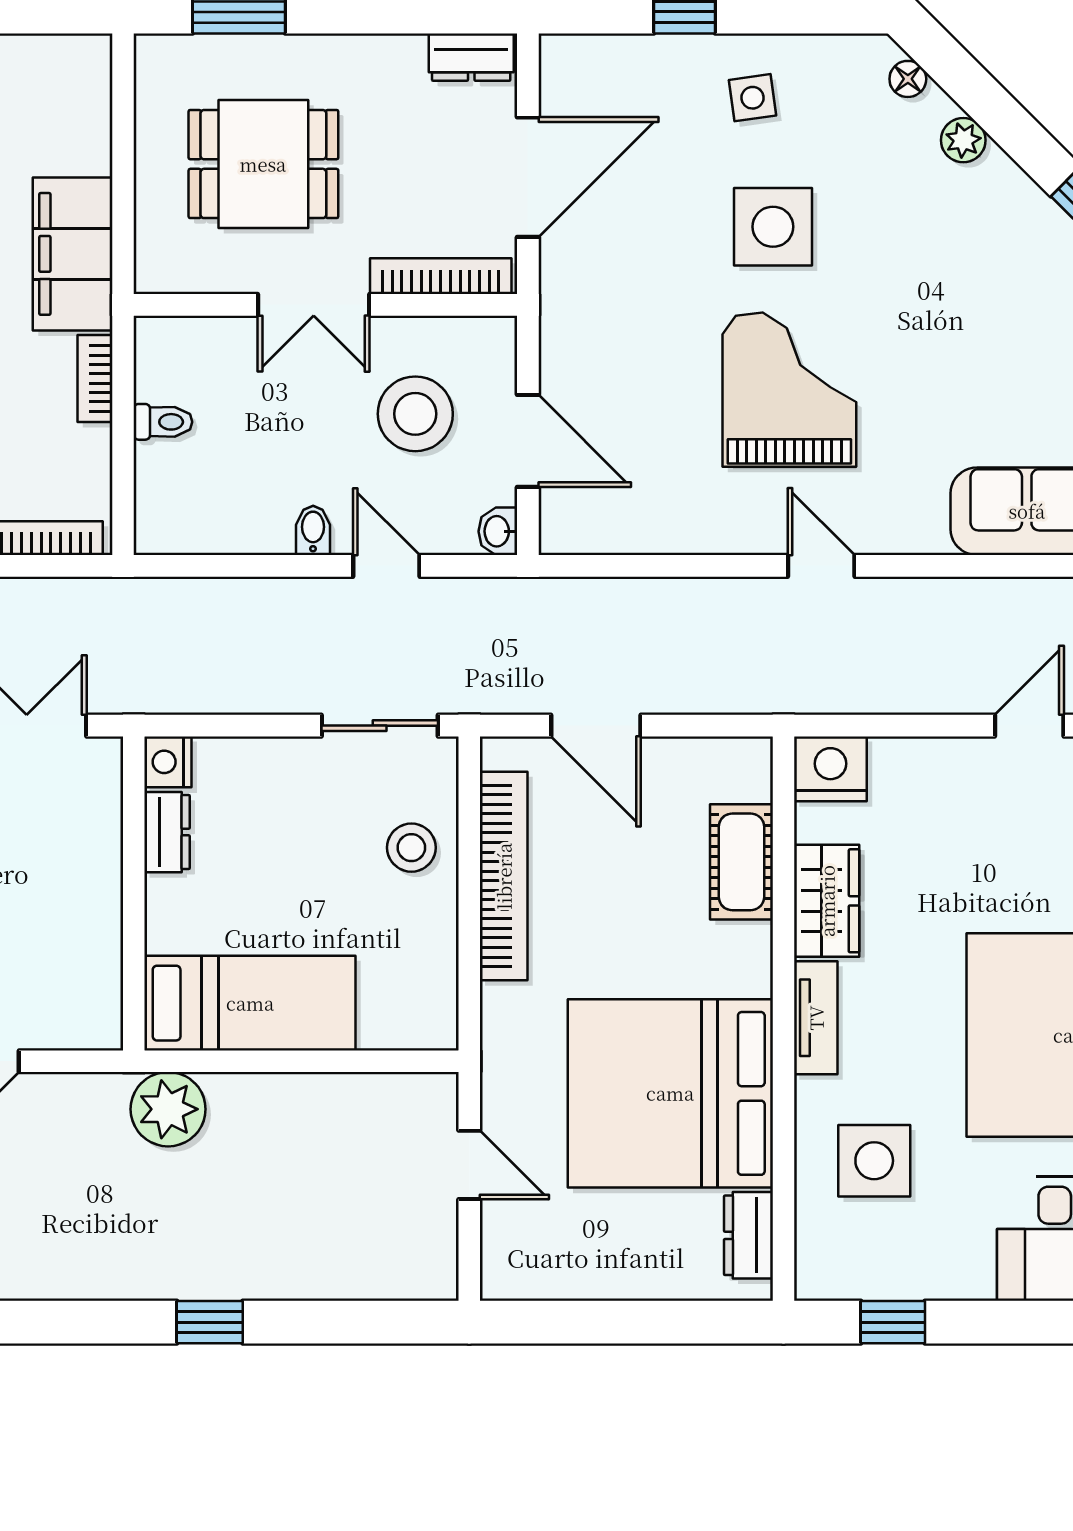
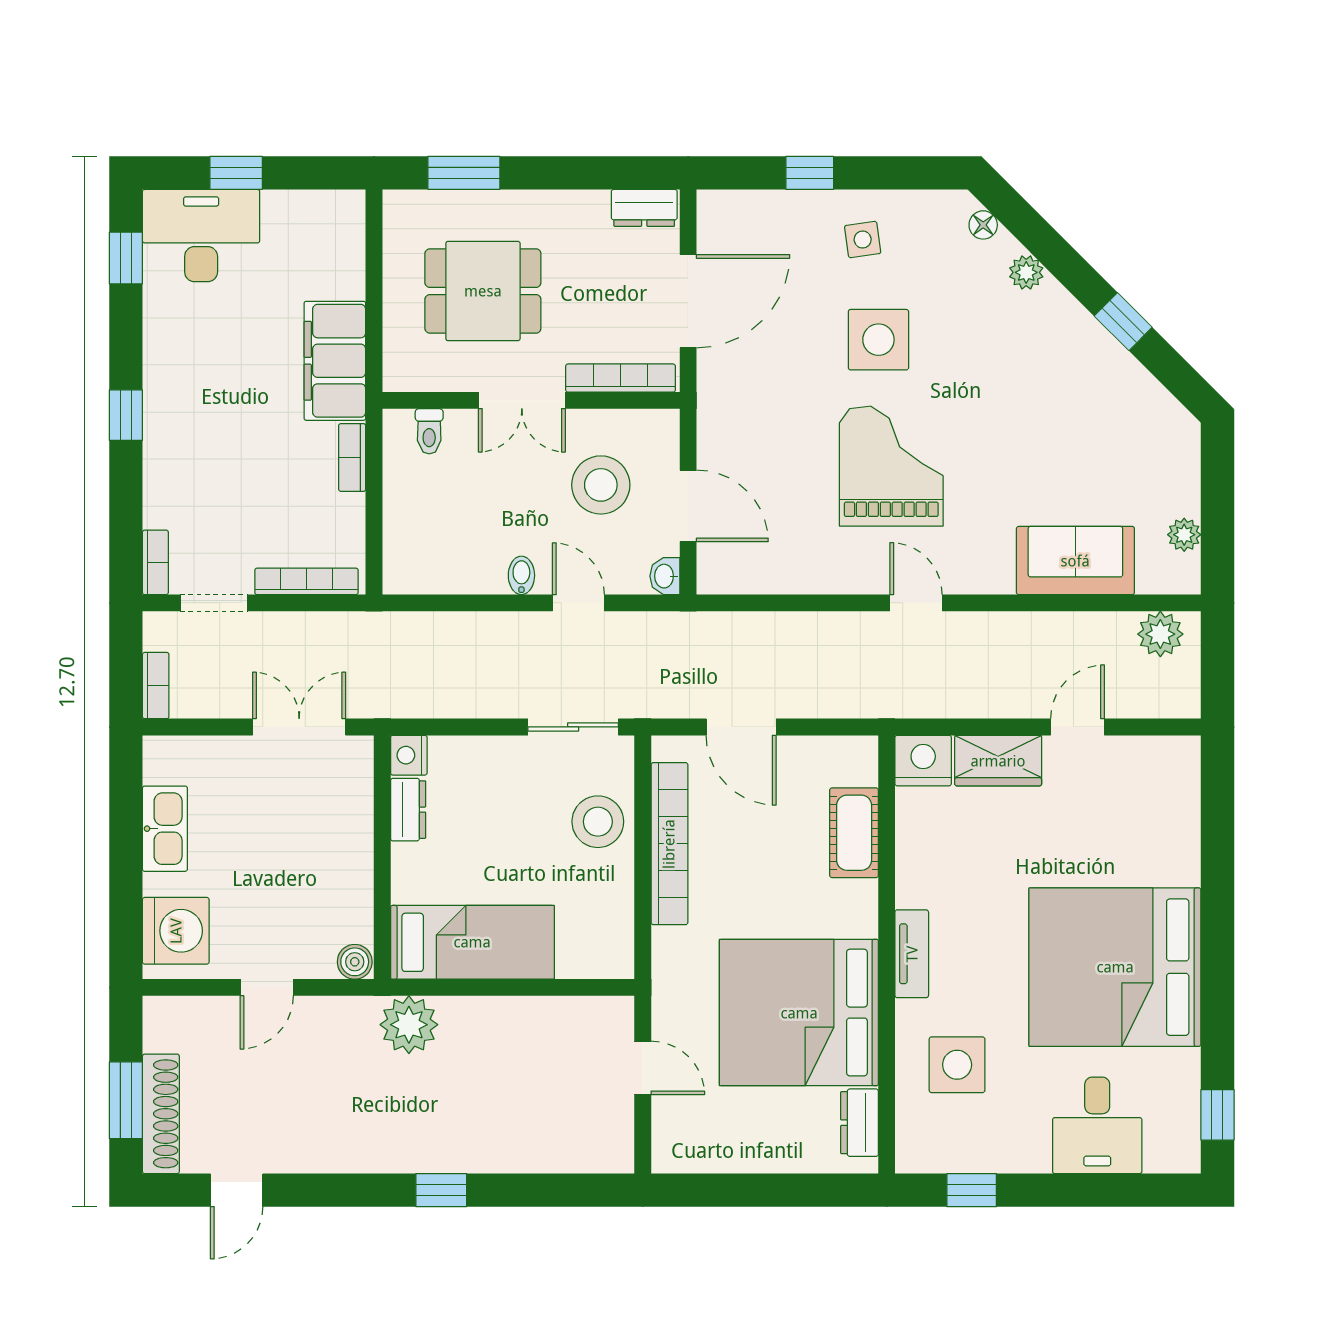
toilet: (163, 422) -> (429, 431), moved, turned 90
stool: (411, 848) -> (598, 822), width x1.38, depth x1.38
wardrobe: (827, 901) -> (998, 761), moved, turned 90
boiler: (98, 1028) -> (355, 962), added

